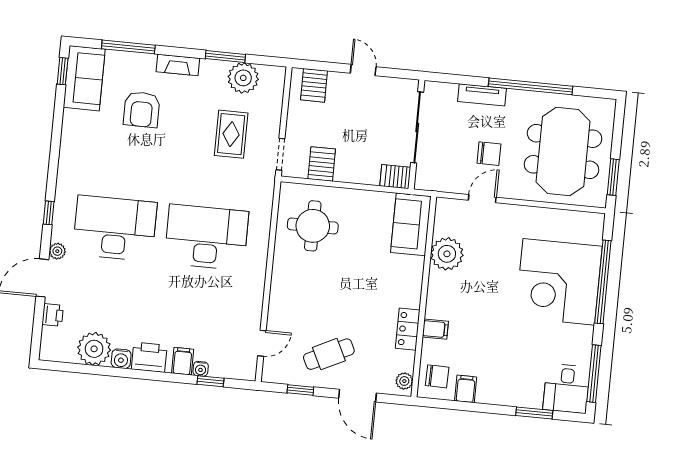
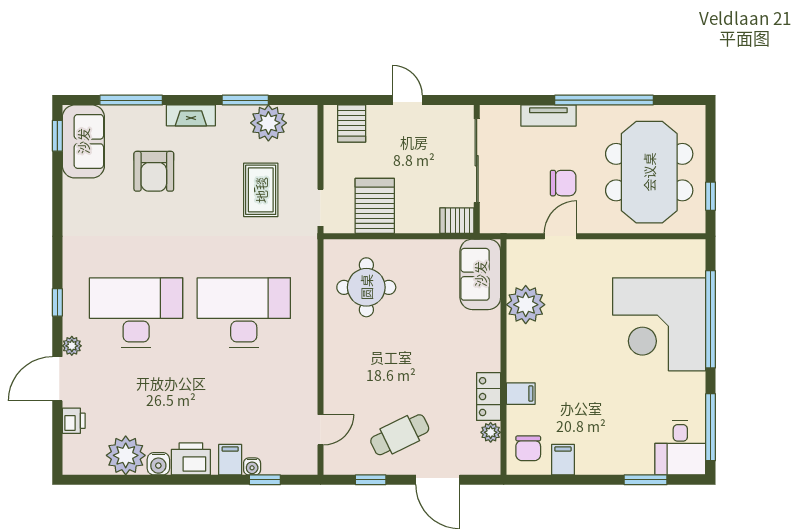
server rack: (322, 164) -> (375, 206), width x1.36, depth x1.44
window: (613, 177) -> (711, 196), width x0.67
chair: (437, 376) -> (528, 448), turned 89
plant: (404, 381) -> (491, 432), moved

